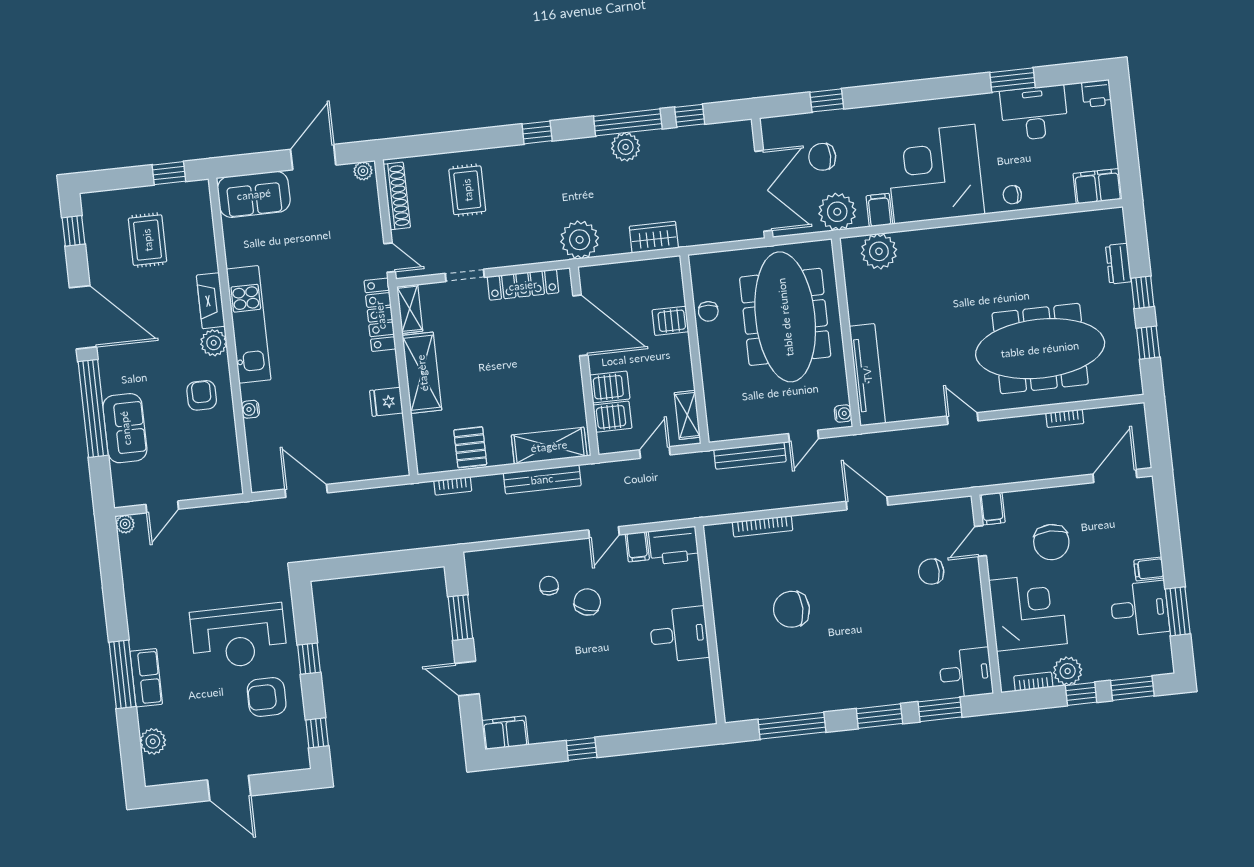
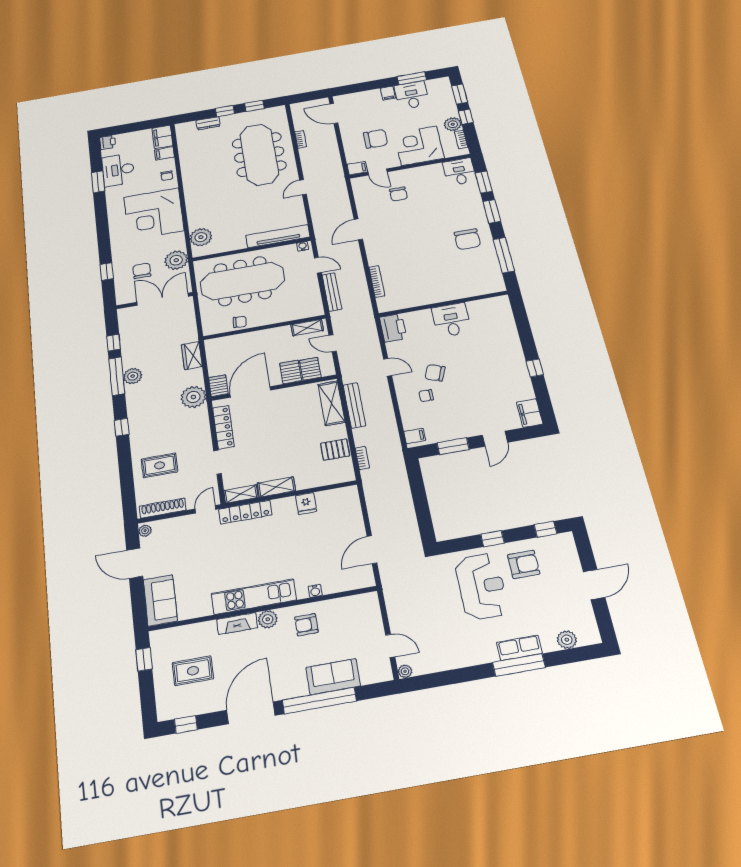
chair: (822, 157) -> (142, 271), turned 180
filing cabinet: (879, 210) -> (164, 153), moved
server rack: (670, 321) -> (218, 386), moved, turned 180
shelving: (422, 373) -> (276, 487), width x0.67, depth x0.75
filing cabinet: (637, 547) -> (415, 436), moved
chair: (791, 609) -> (467, 239), moved
armchair: (267, 697) -> (524, 564), turned -90

